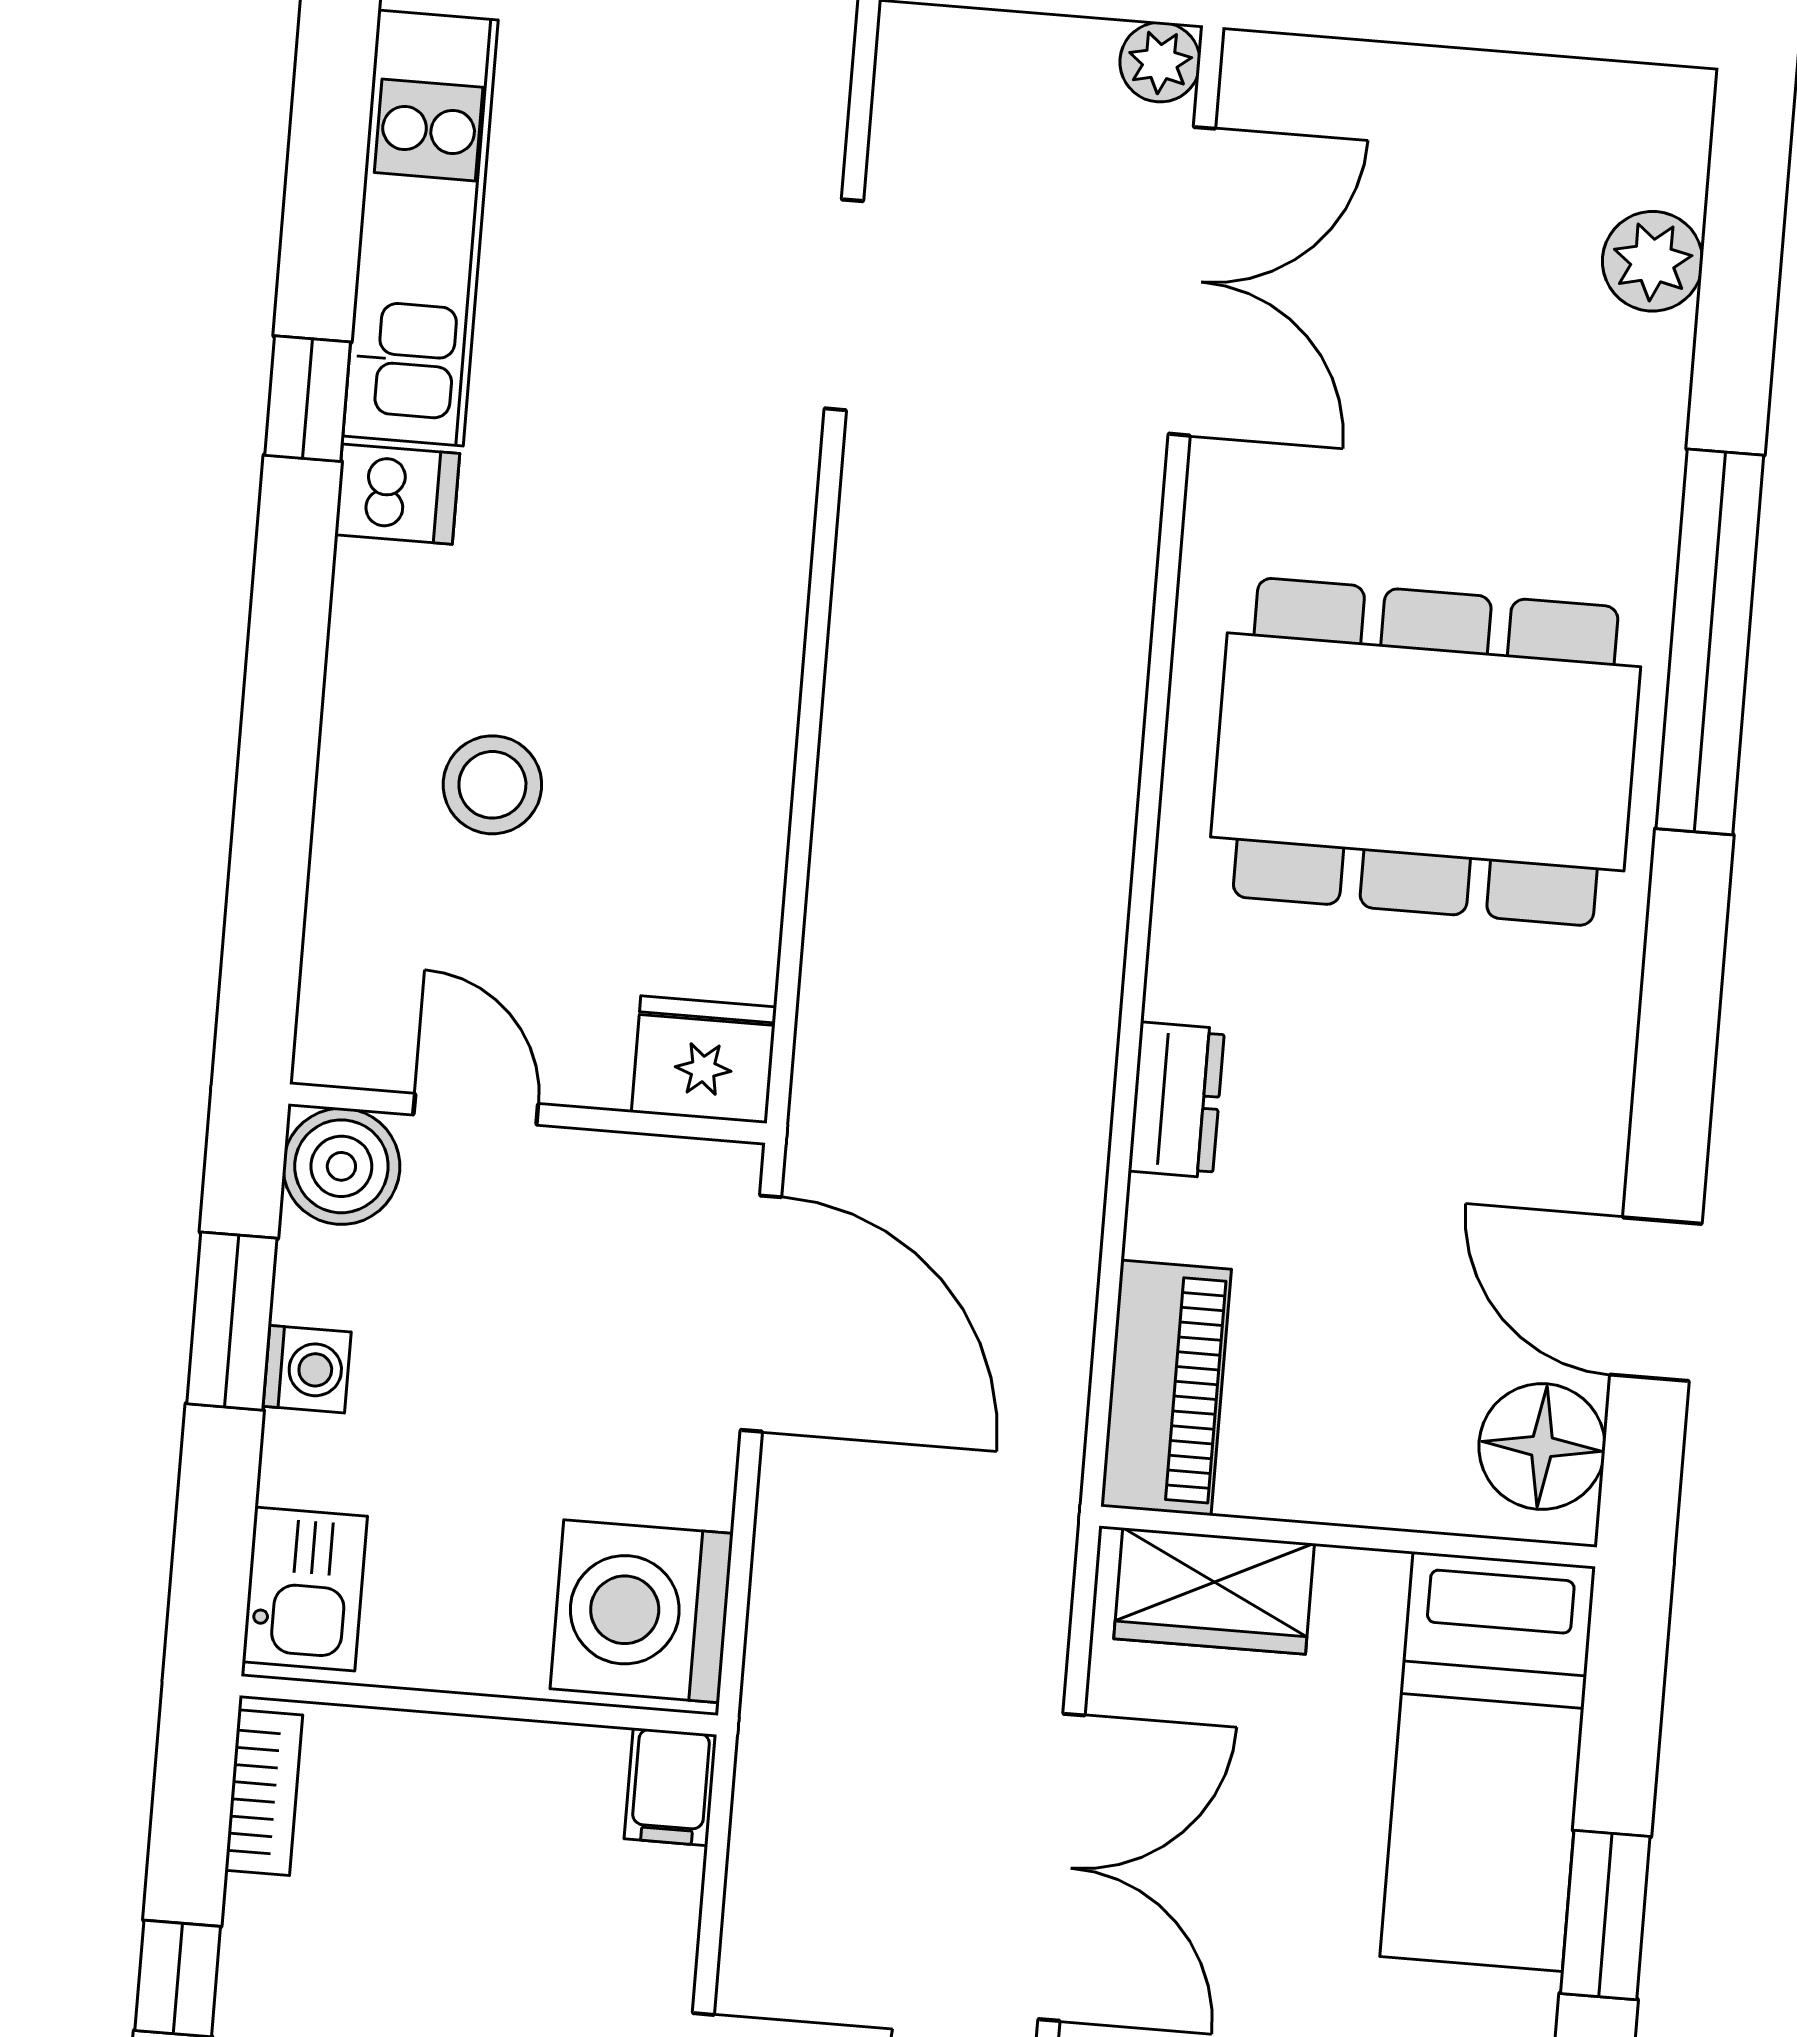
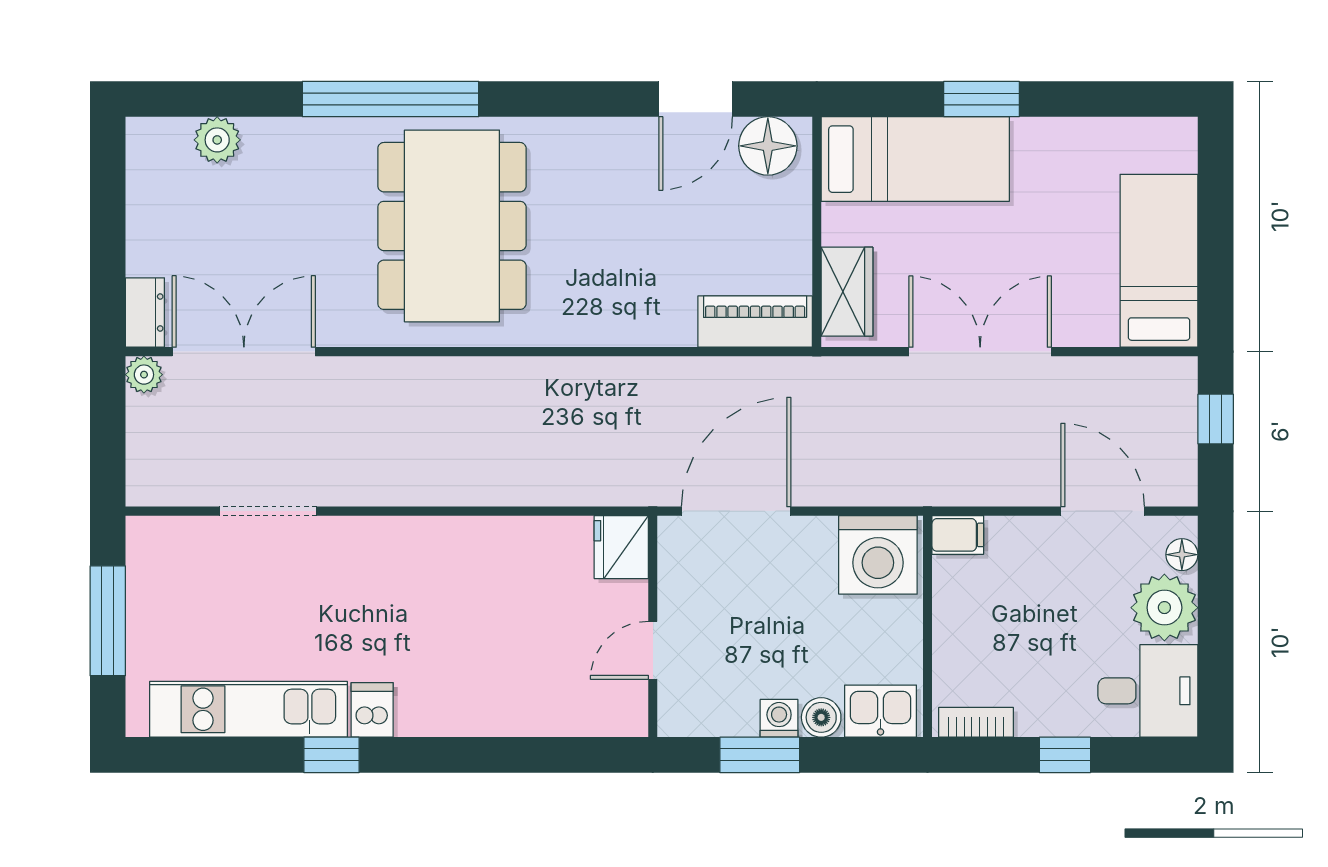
stool: (492, 785) -> (503, 655), removed
dresser: (1176, 1100) -> (145, 312), moved, turned 90
boiler: (341, 1166) -> (821, 717), moved, width x0.73, depth x0.73

